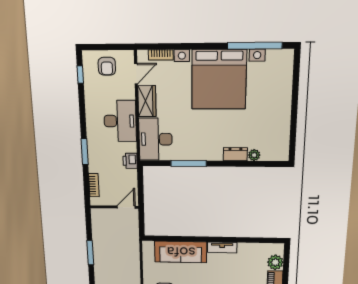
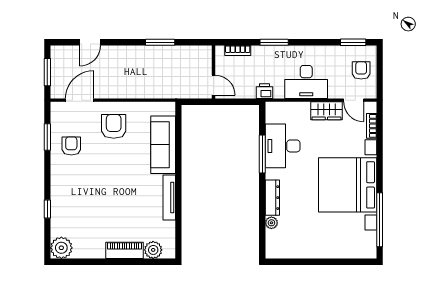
armchair: (107, 66) -> (361, 70), turned 90
window: (80, 75) -> (353, 42), width x1.50
desk: (156, 139) -> (283, 146), moved, turned -90
dresser: (235, 154) -> (272, 198), width x1.44
tv unit: (222, 247) -> (169, 197), width x1.41

